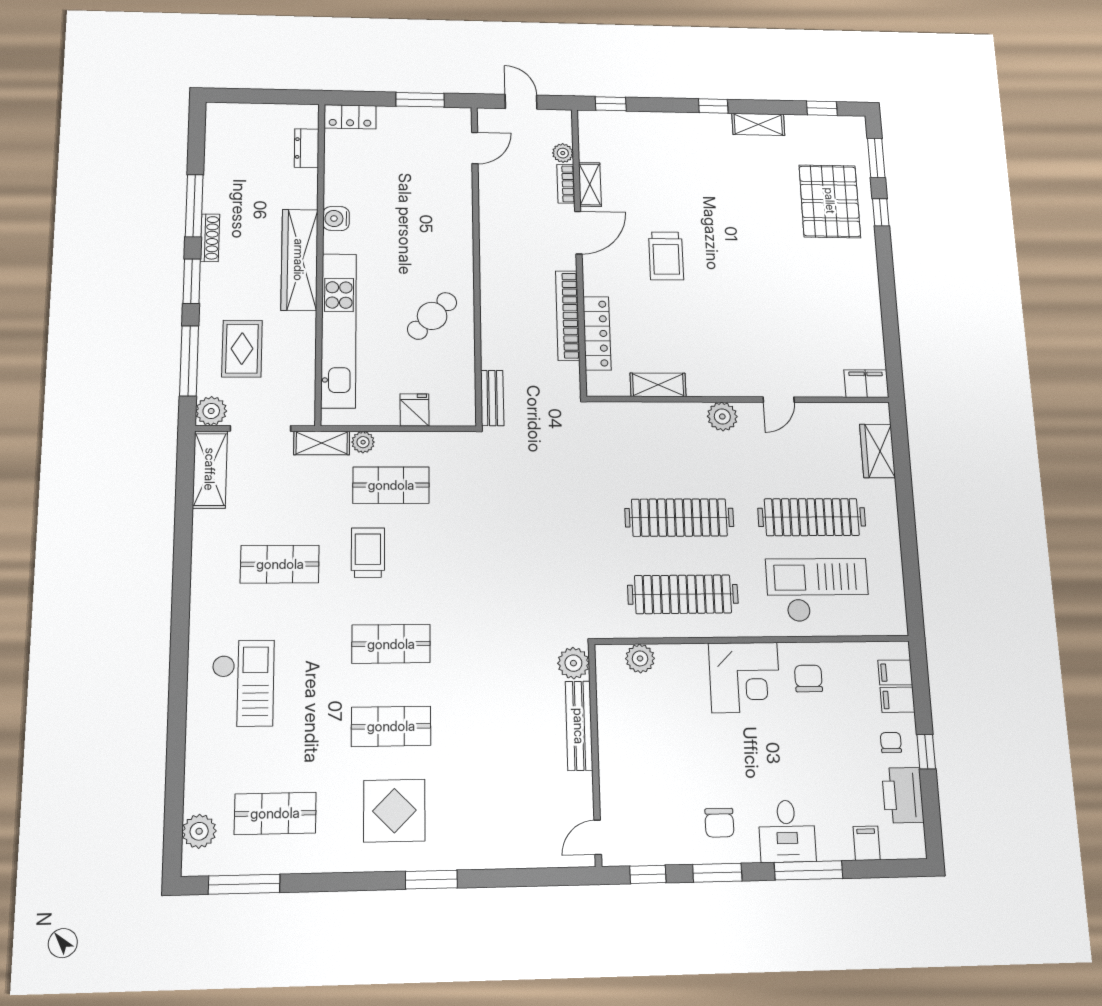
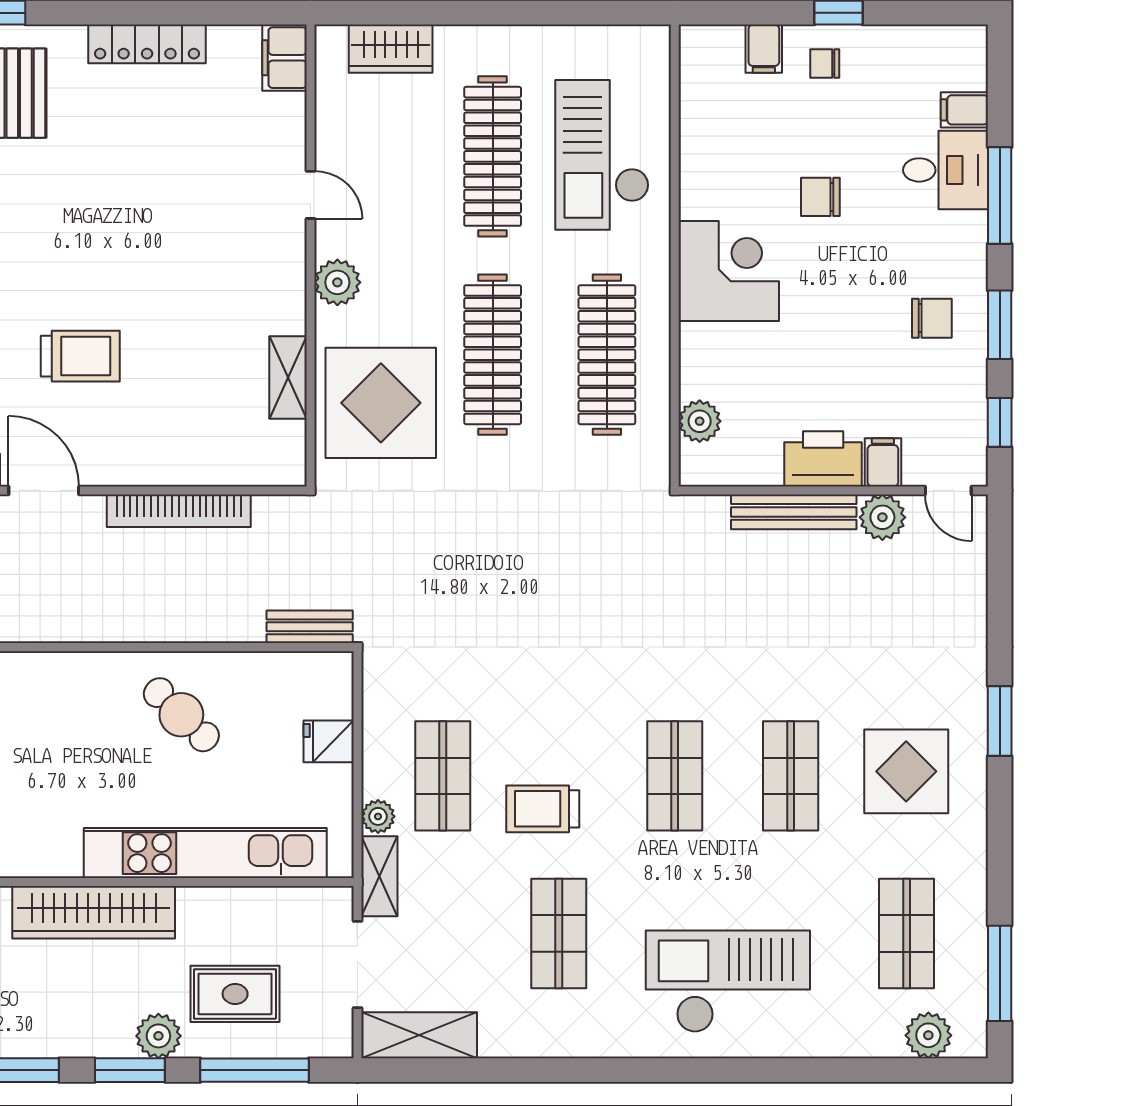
water cooler: (336, 219) -> (26, 859), removed
shoe rack: (210, 238) -> (60, 1045), removed
locker: (597, 333) -> (147, 44), moved, turned 180
plant: (211, 411) -> (158, 1036), moved
display table: (644, 444) -> (381, 403), added
plant: (573, 663) -> (882, 517), moved
filing cabinet: (895, 672) -> (883, 462), moved, turned 180
chair: (808, 678) -> (820, 197), moved
checkout: (243, 683) -> (728, 981), width x1.36, depth x1.21
printer: (903, 795) -> (823, 459), moved, turned 180
desk: (787, 831) -> (946, 170), moved

